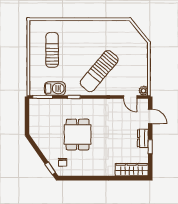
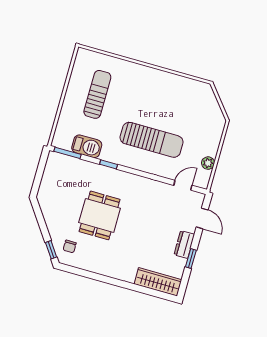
sun lounger: (99, 71) -> (152, 140), turned -130
plant: (143, 91) -> (208, 163), moved
door: (130, 97) -> (183, 185), swing flipped

